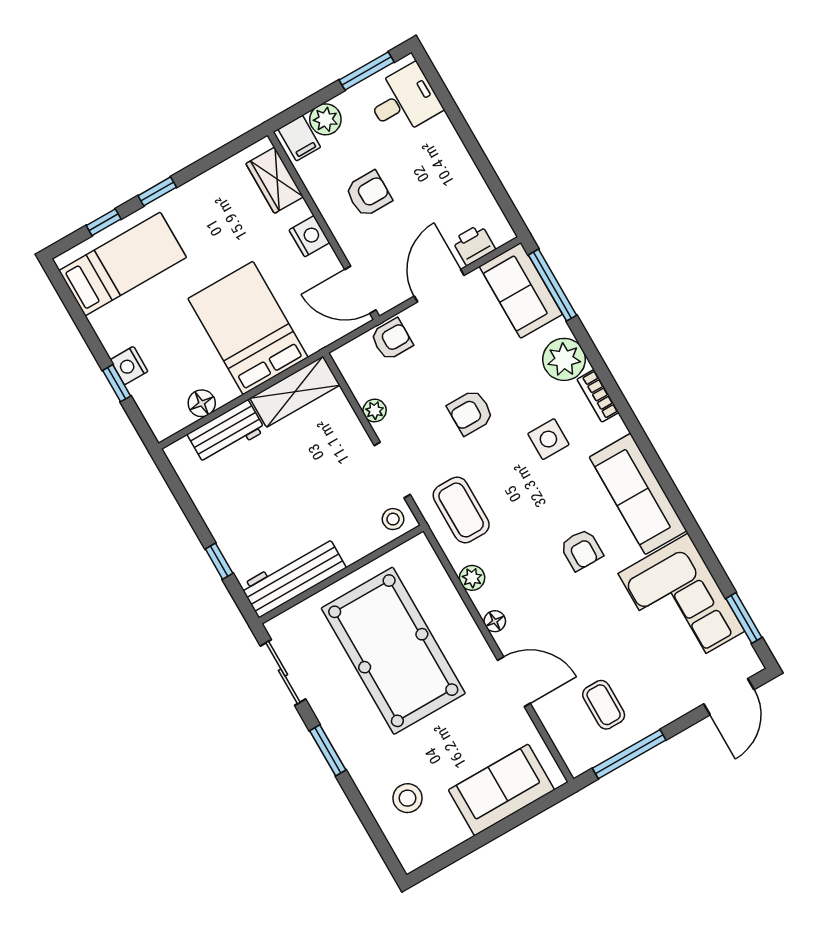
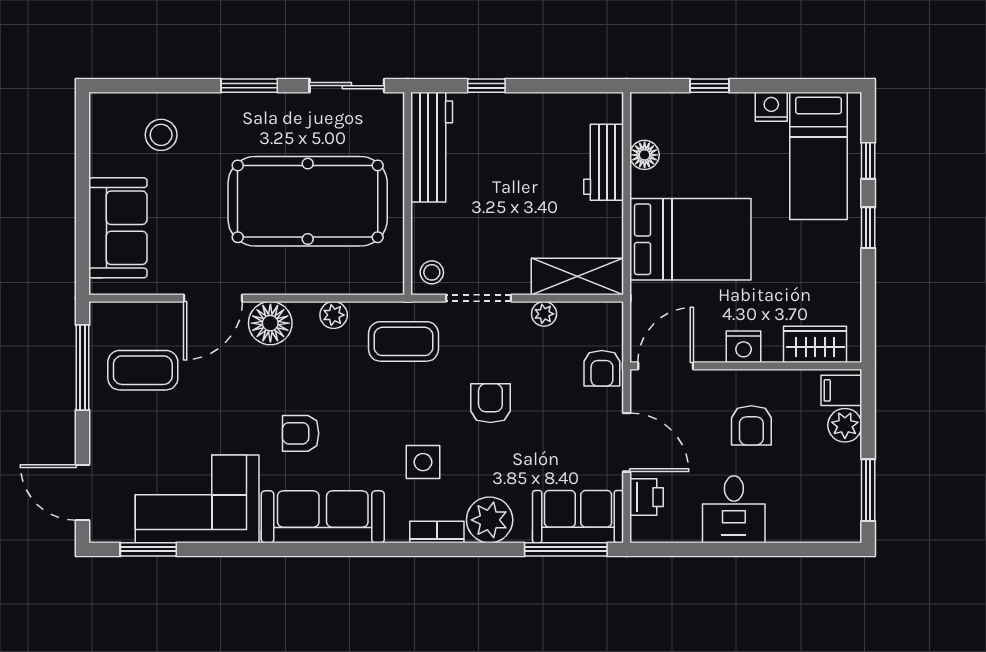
desk: (404, 100) -> (734, 509), moved
nightstand: (129, 366) -> (771, 107), moved
shelving: (295, 392) -> (577, 277), moved, turned 90
floor lamp: (495, 621) -> (270, 323), width x1.89, depth x1.89
coffee table: (604, 705) -> (143, 370), width x1.36, depth x1.30

